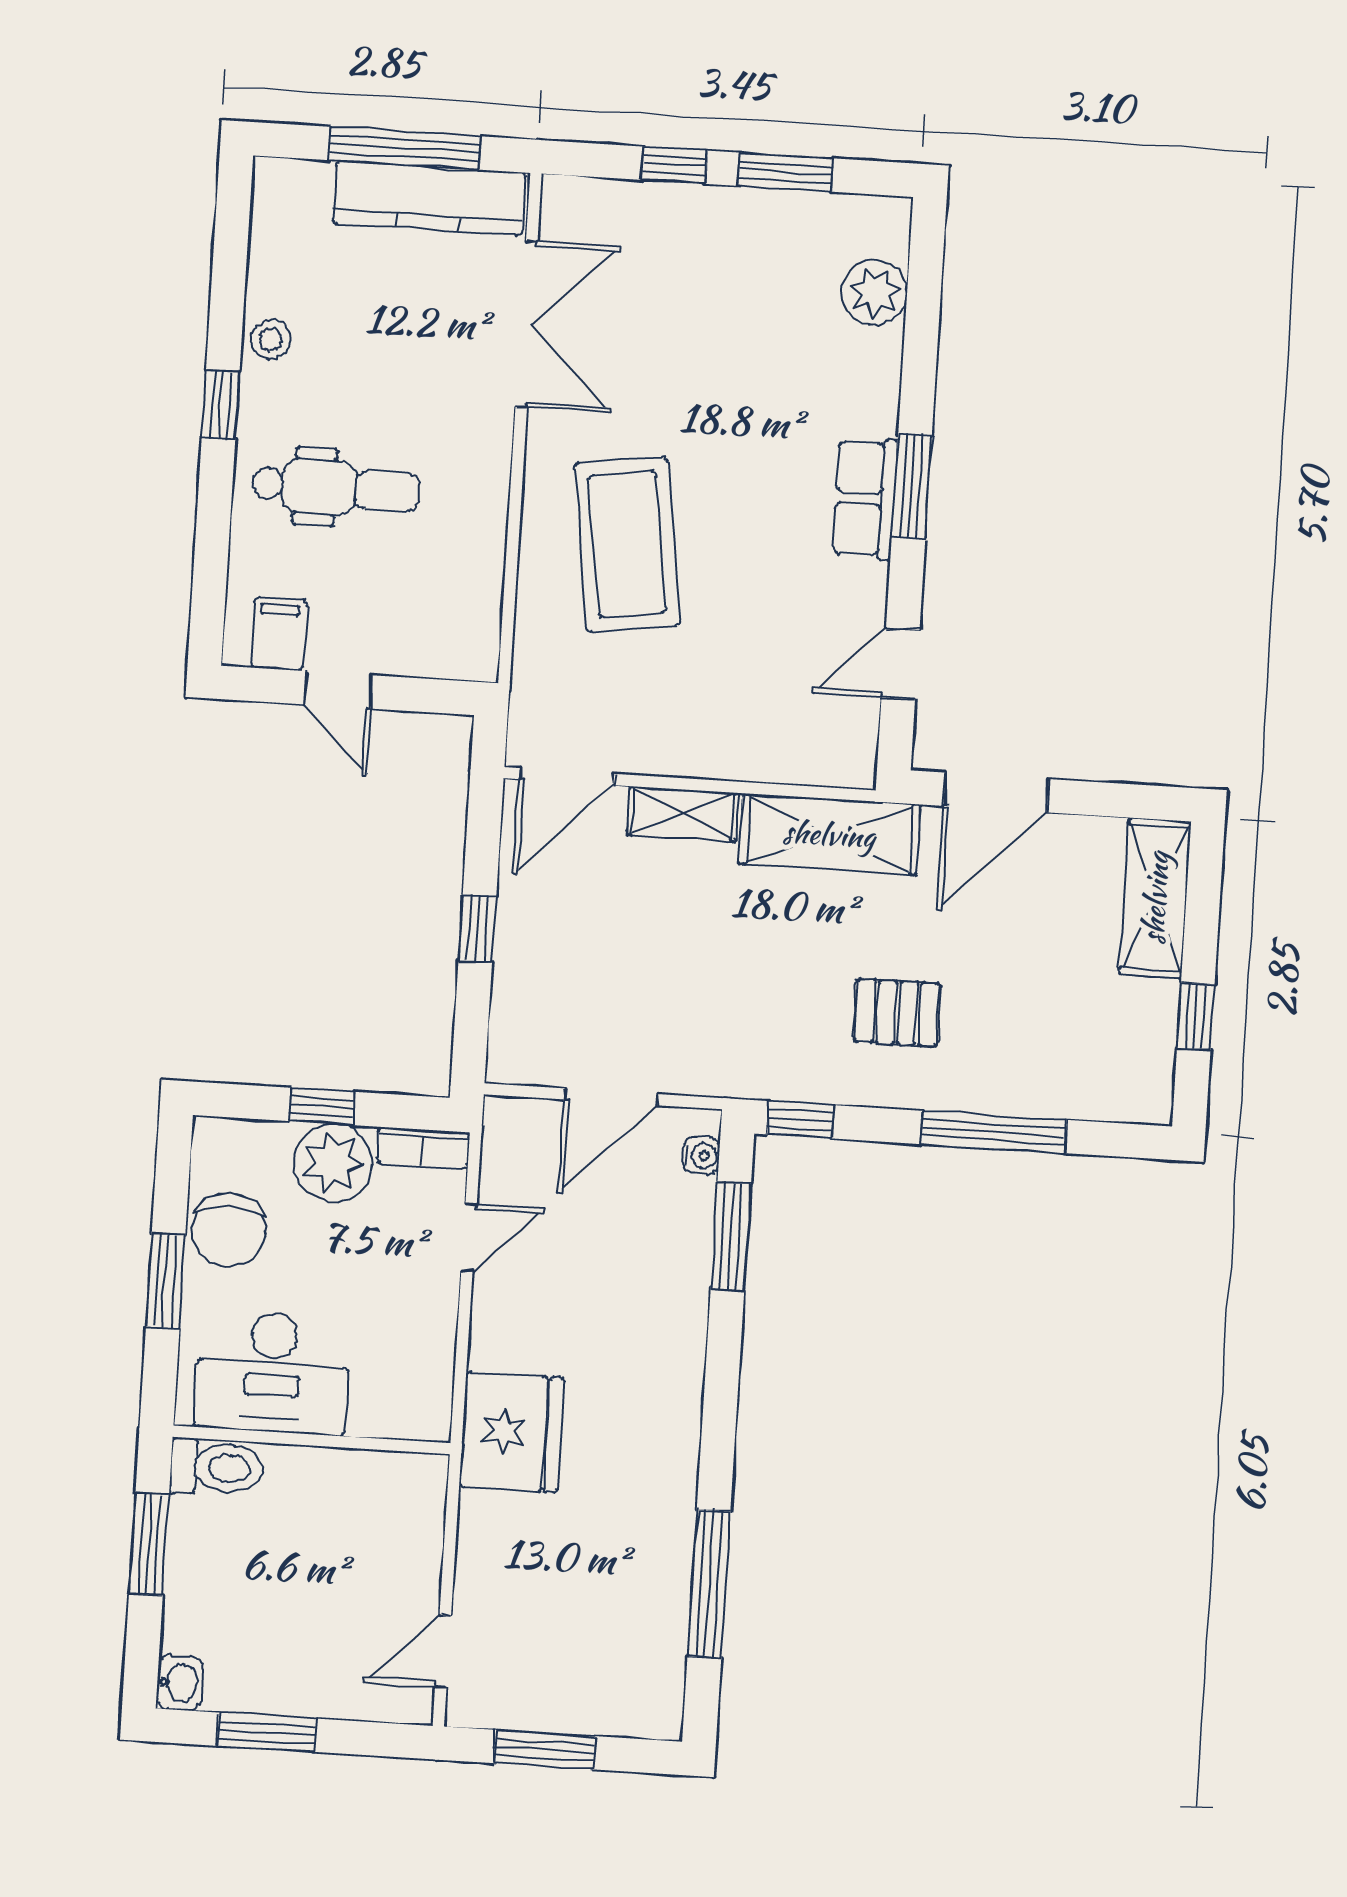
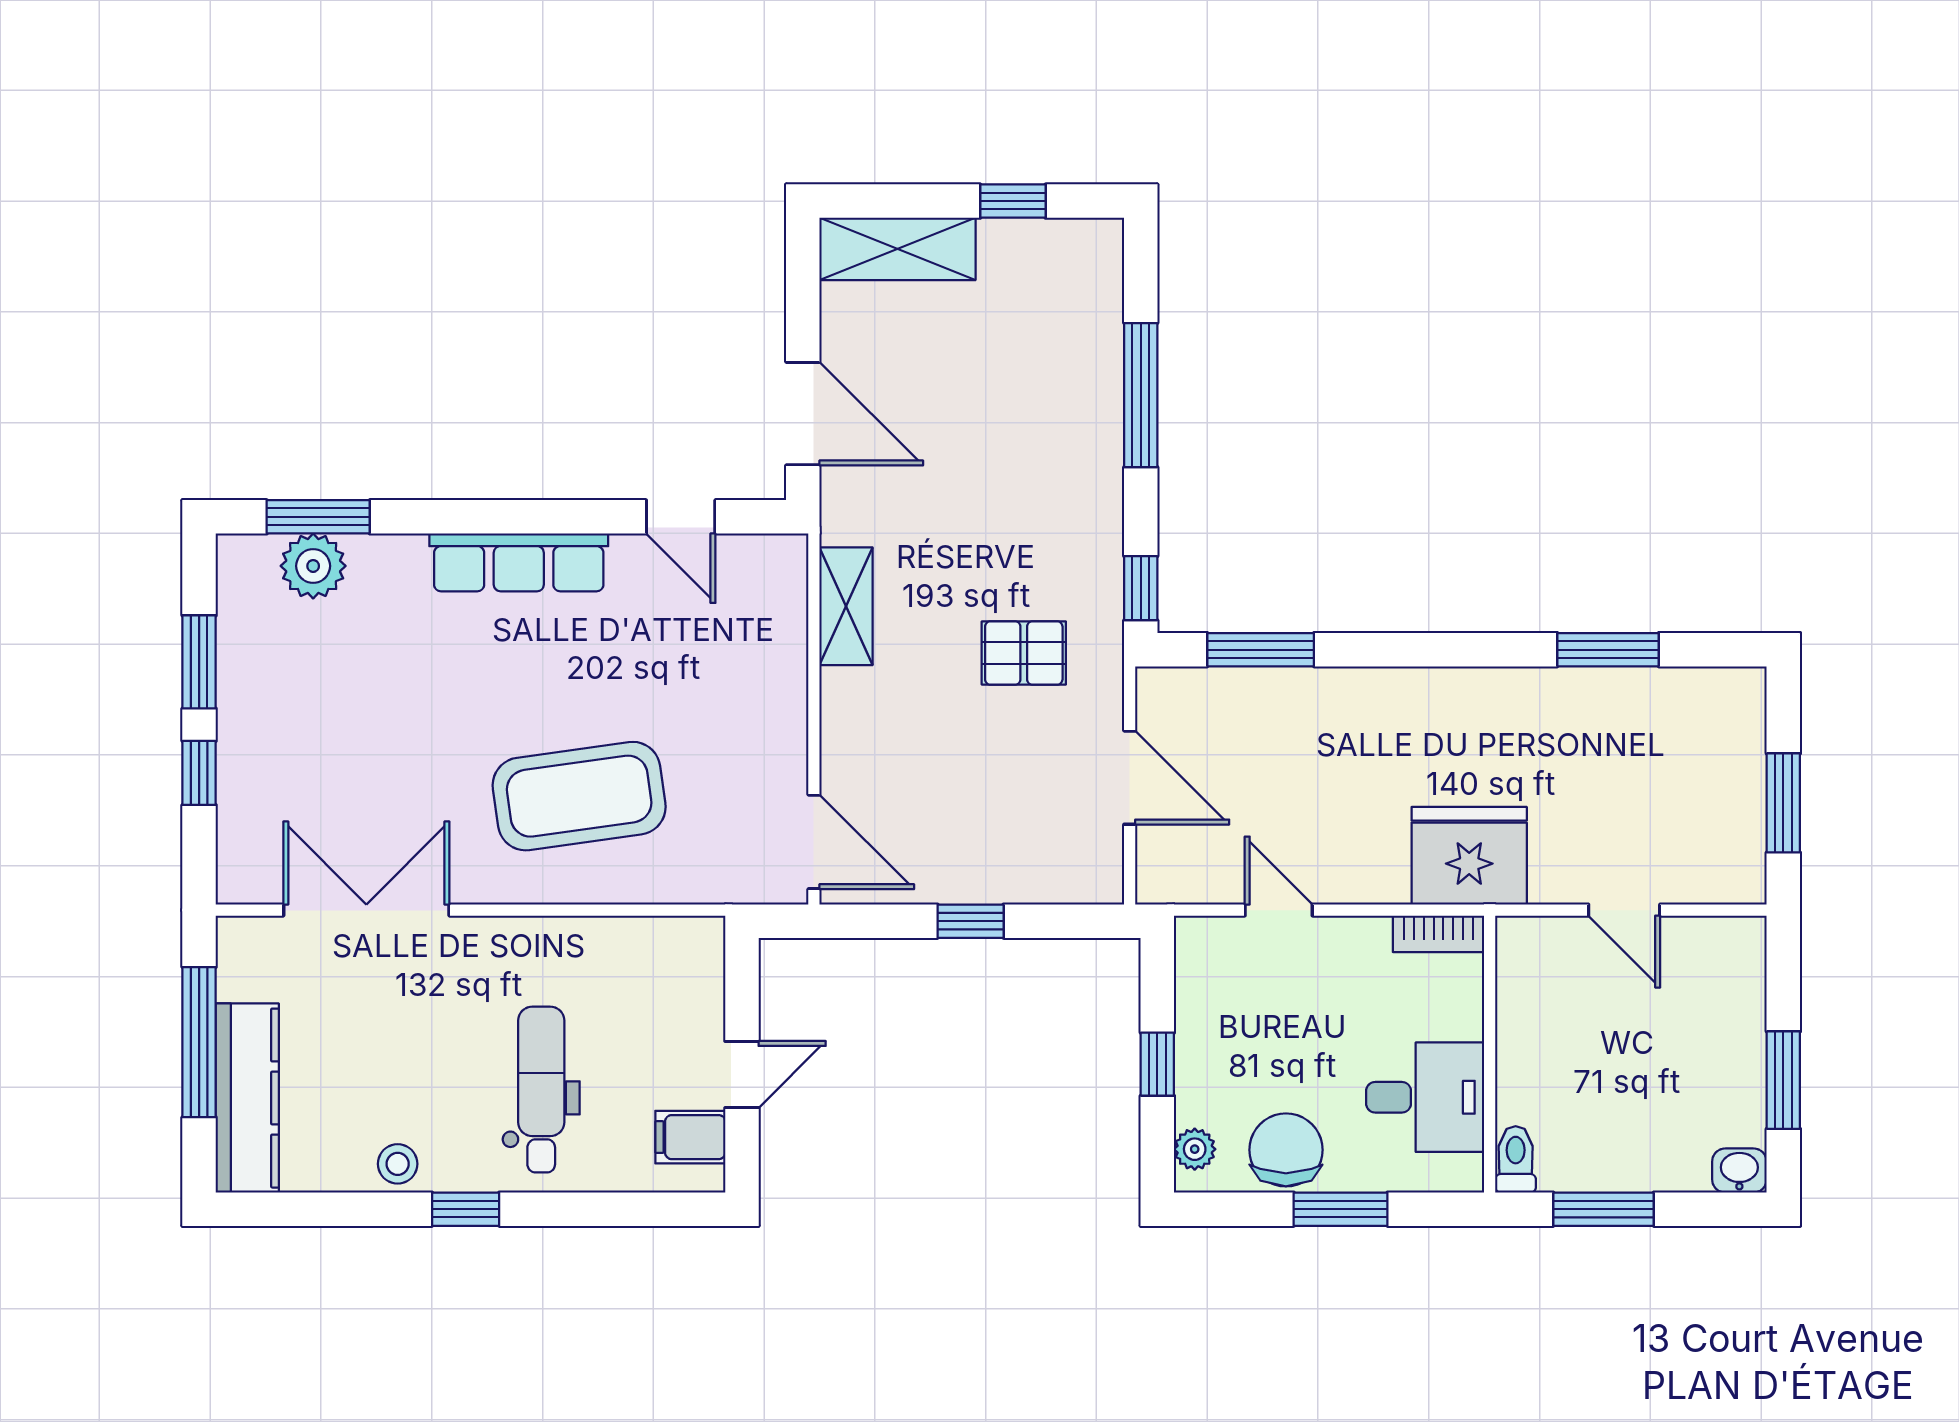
kitchen counter: (429, 198) -> (247, 1098), moved
window: (912, 486) -> (318, 517), moved
row of seats: (865, 499) -> (519, 562), width x1.48
shelving: (683, 814) -> (844, 724), removed
shelving: (829, 834) -> (846, 606), width x0.67, depth x0.75
pallet: (897, 1013) -> (1024, 653), moved, turned 90
bookcase: (423, 1148) -> (1439, 934), moved, turned 90
water cooler: (701, 1155) -> (1182, 684), removed
plant: (333, 1163) -> (1195, 1149), moved, width x0.53, depth x0.53
chair: (228, 1230) -> (1286, 1150), turned -90
desk: (272, 1373) -> (1425, 1097), width x0.73
toilet: (217, 1468) -> (1516, 1159), width x0.73, depth x0.72
window: (709, 1584) -> (1608, 650), width x0.69
door: (443, 1651) -> (1624, 910), moved

